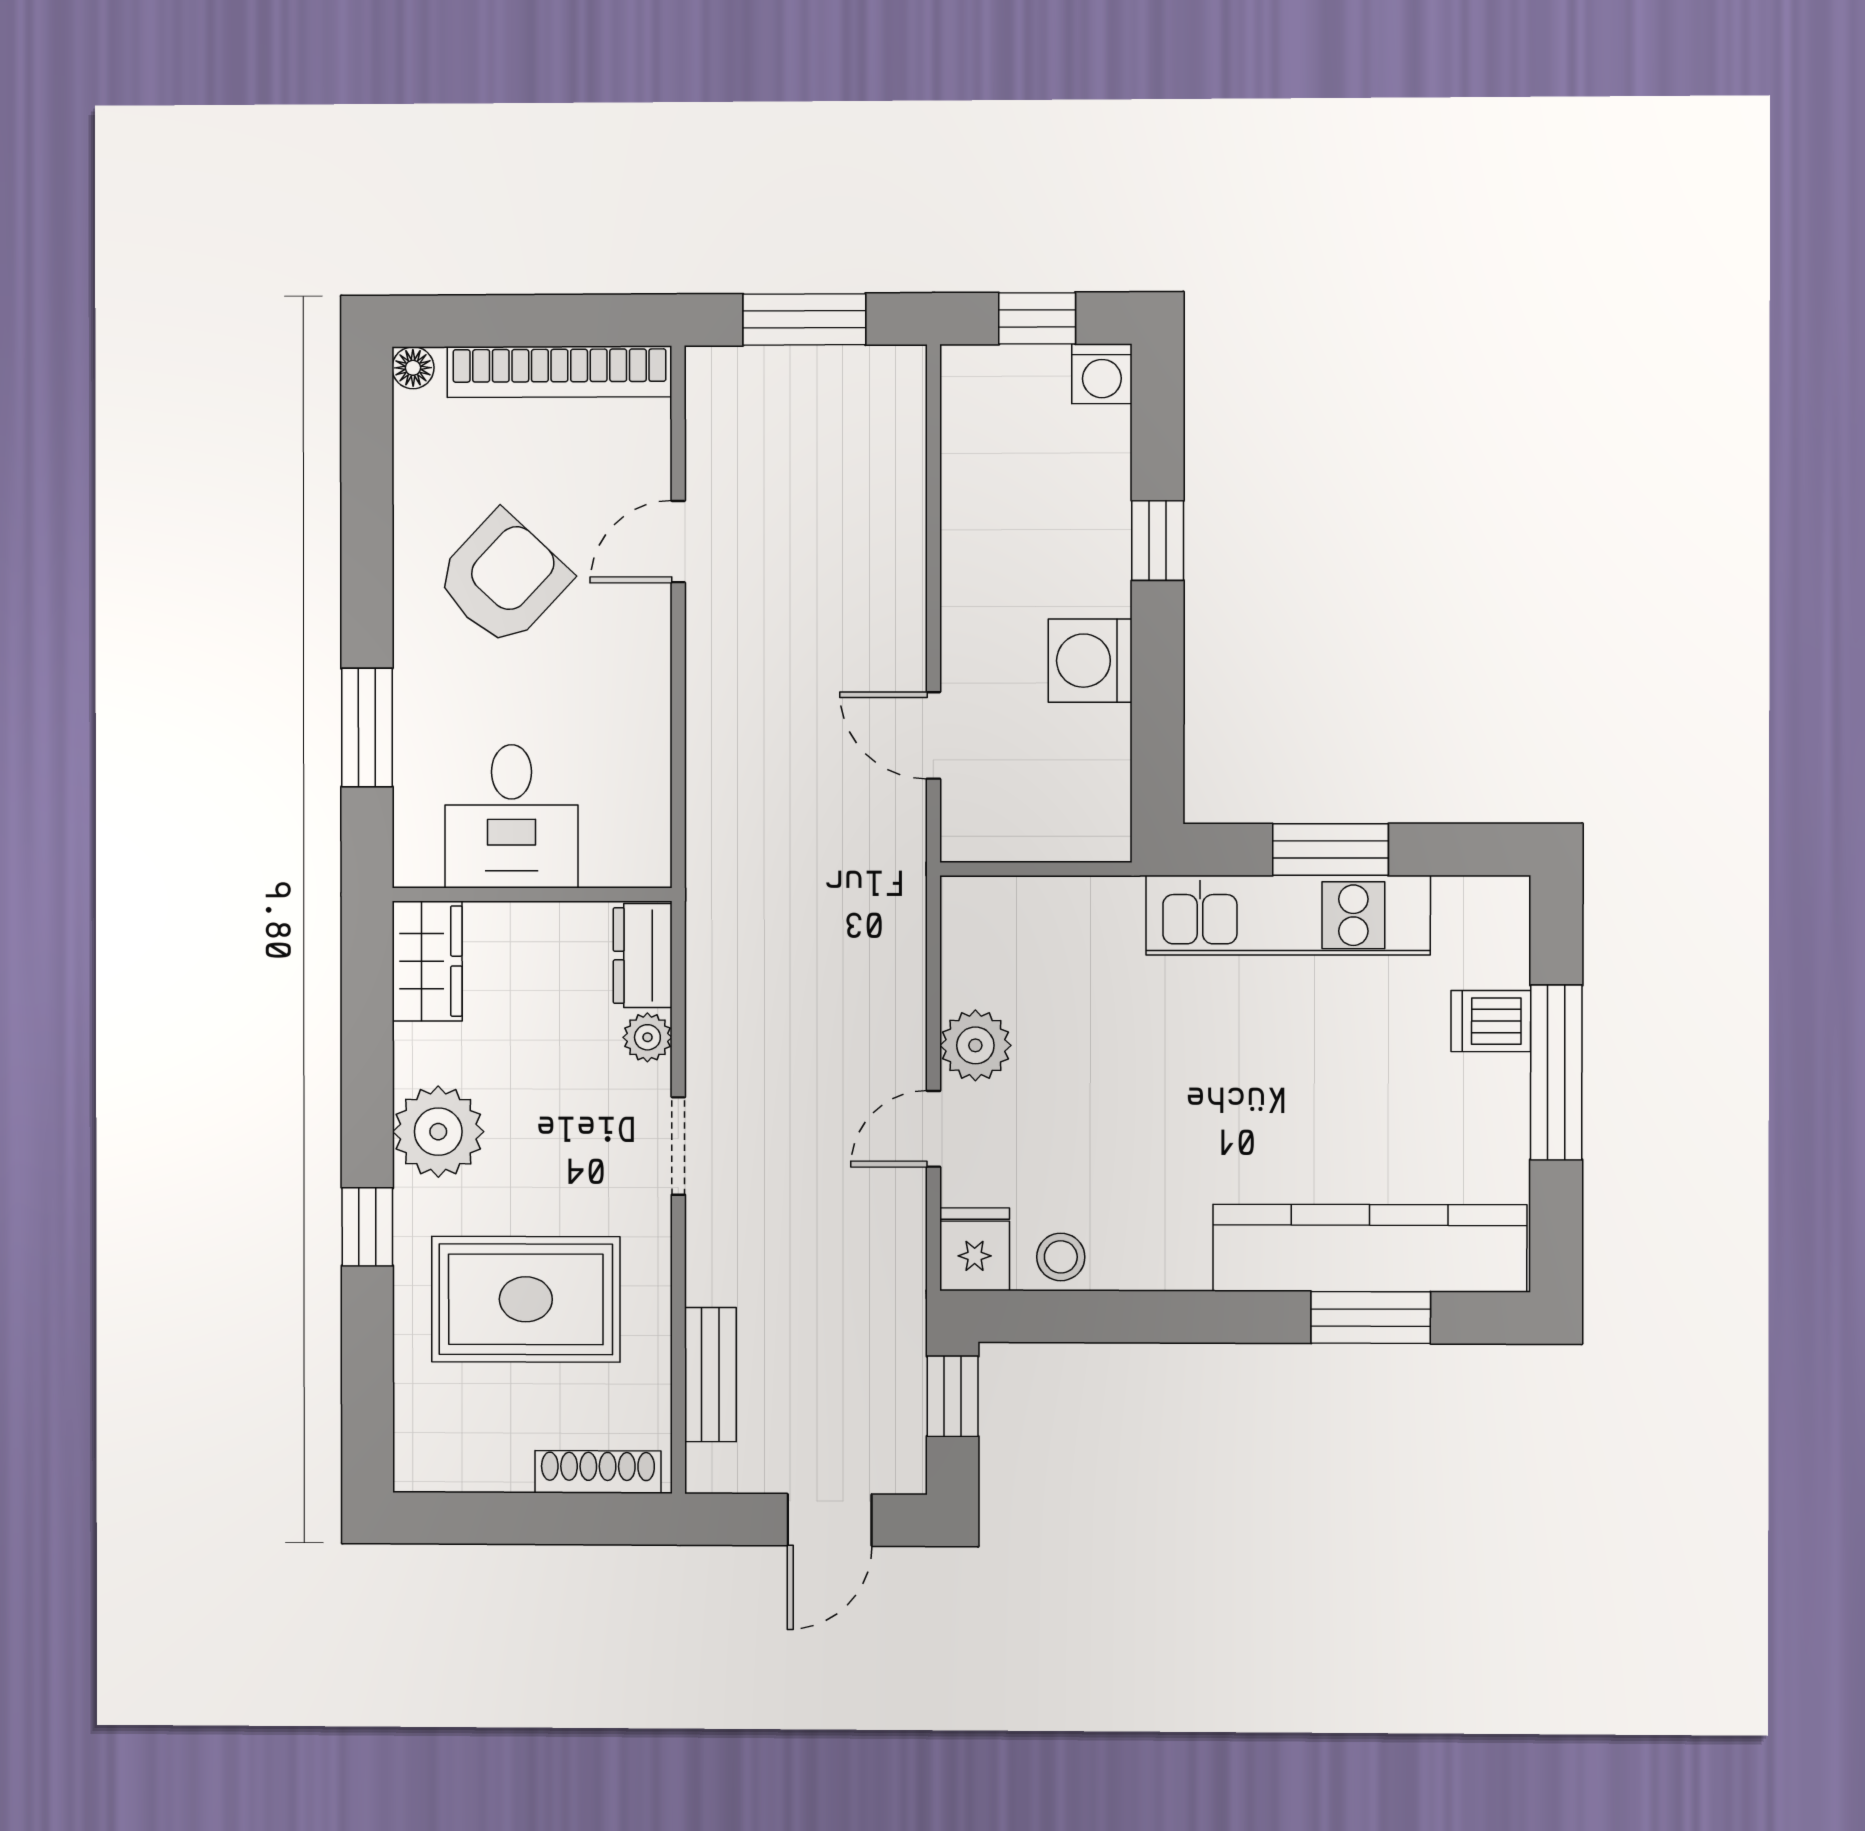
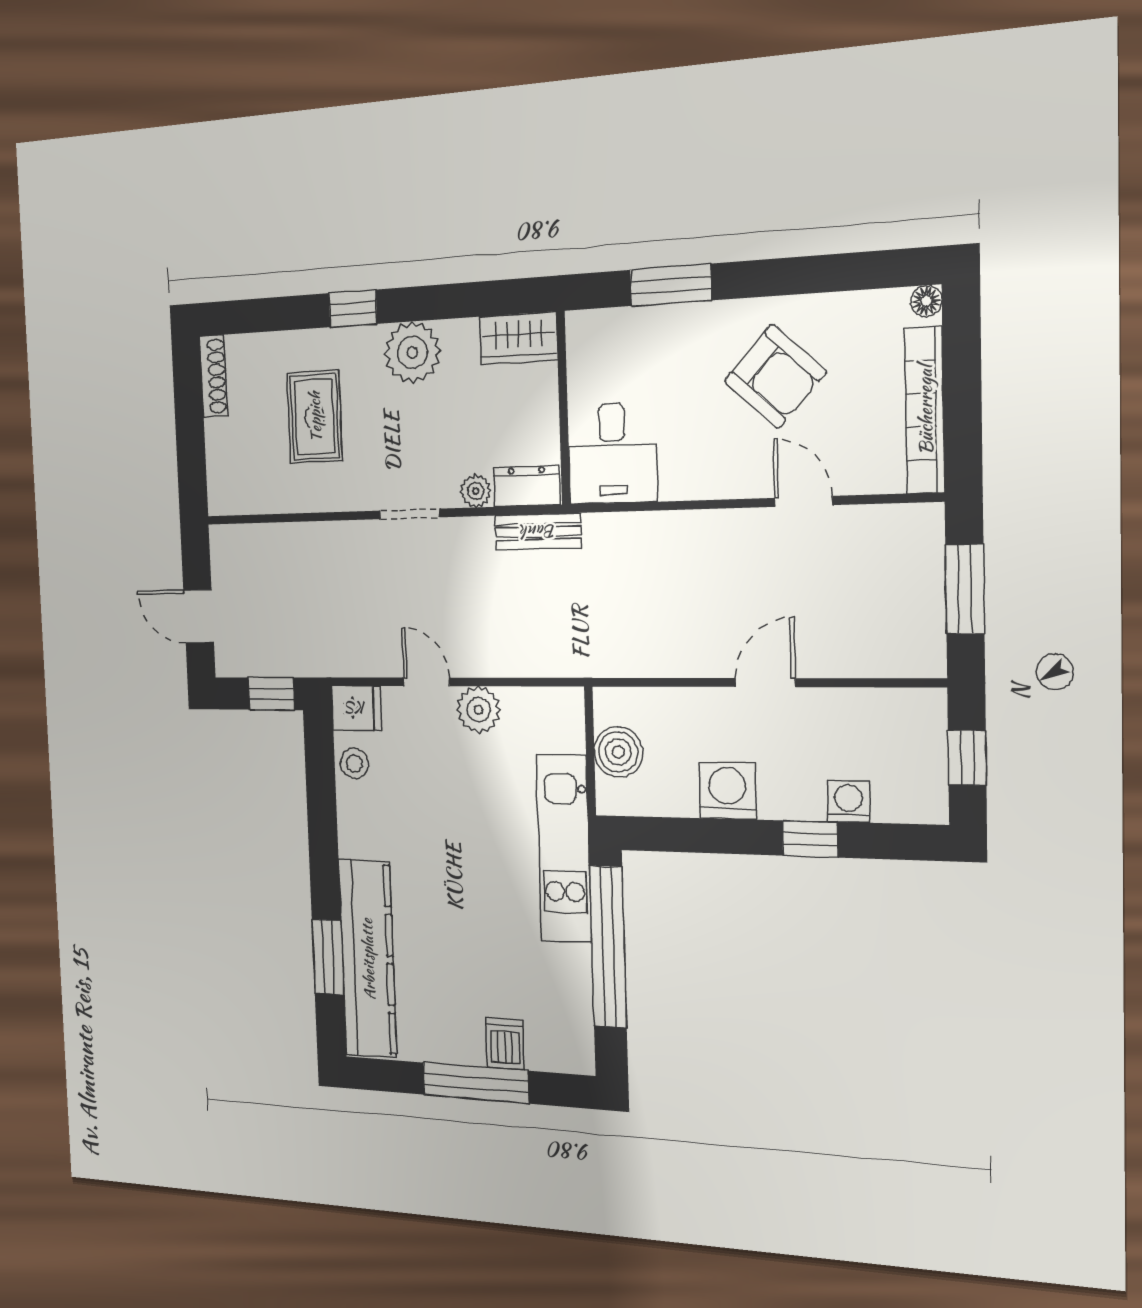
washing machine: (1102, 374) -> (848, 801), moved, turned 90
door: (933, 735) -> (765, 683), moved
desk: (512, 816) -> (612, 453), moved, turned -90
boiler: (1037, 825) -> (618, 752), added
window: (1330, 850) -> (608, 947), width x2.11
kitchen unit: (1288, 915) -> (564, 849), moved
rug: (526, 1299) -> (315, 417), width x0.73, depth x0.70
bench: (710, 1375) -> (538, 532), moved
shoe rack: (598, 1472) -> (214, 376), moved

